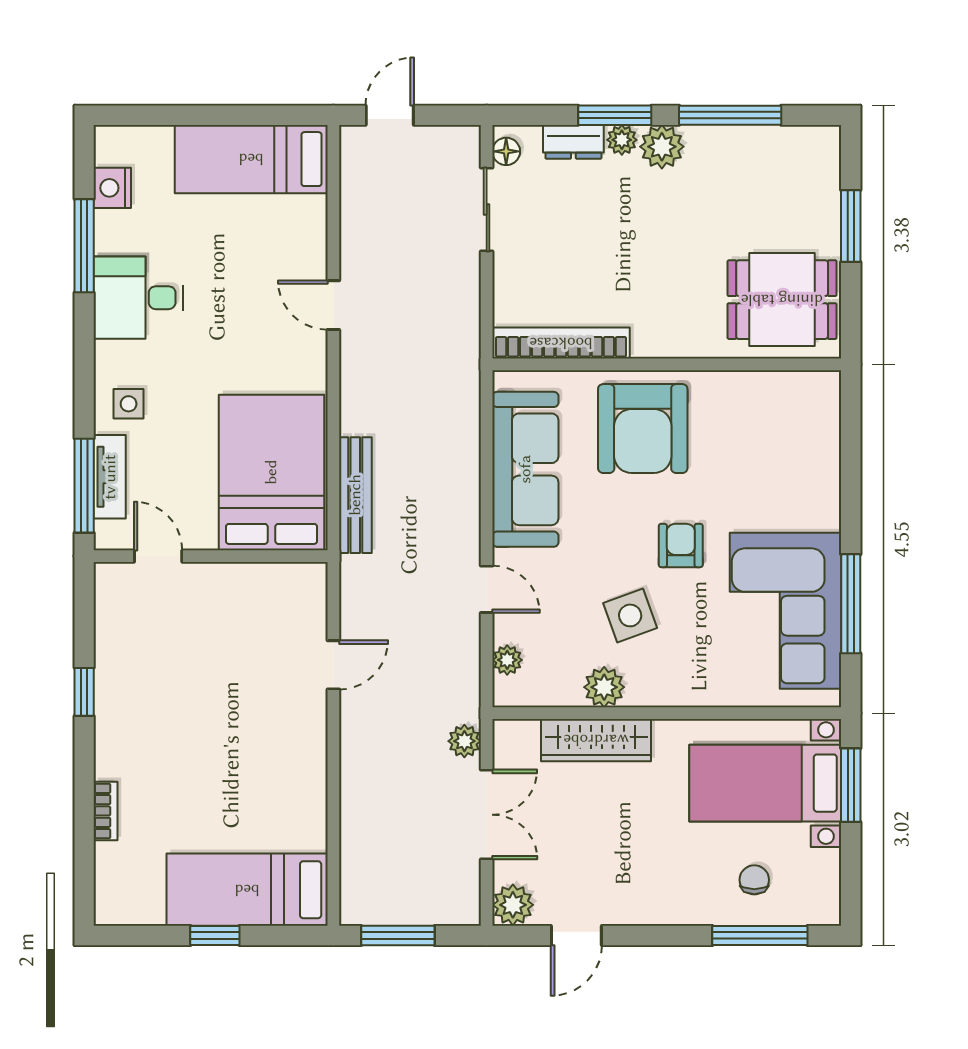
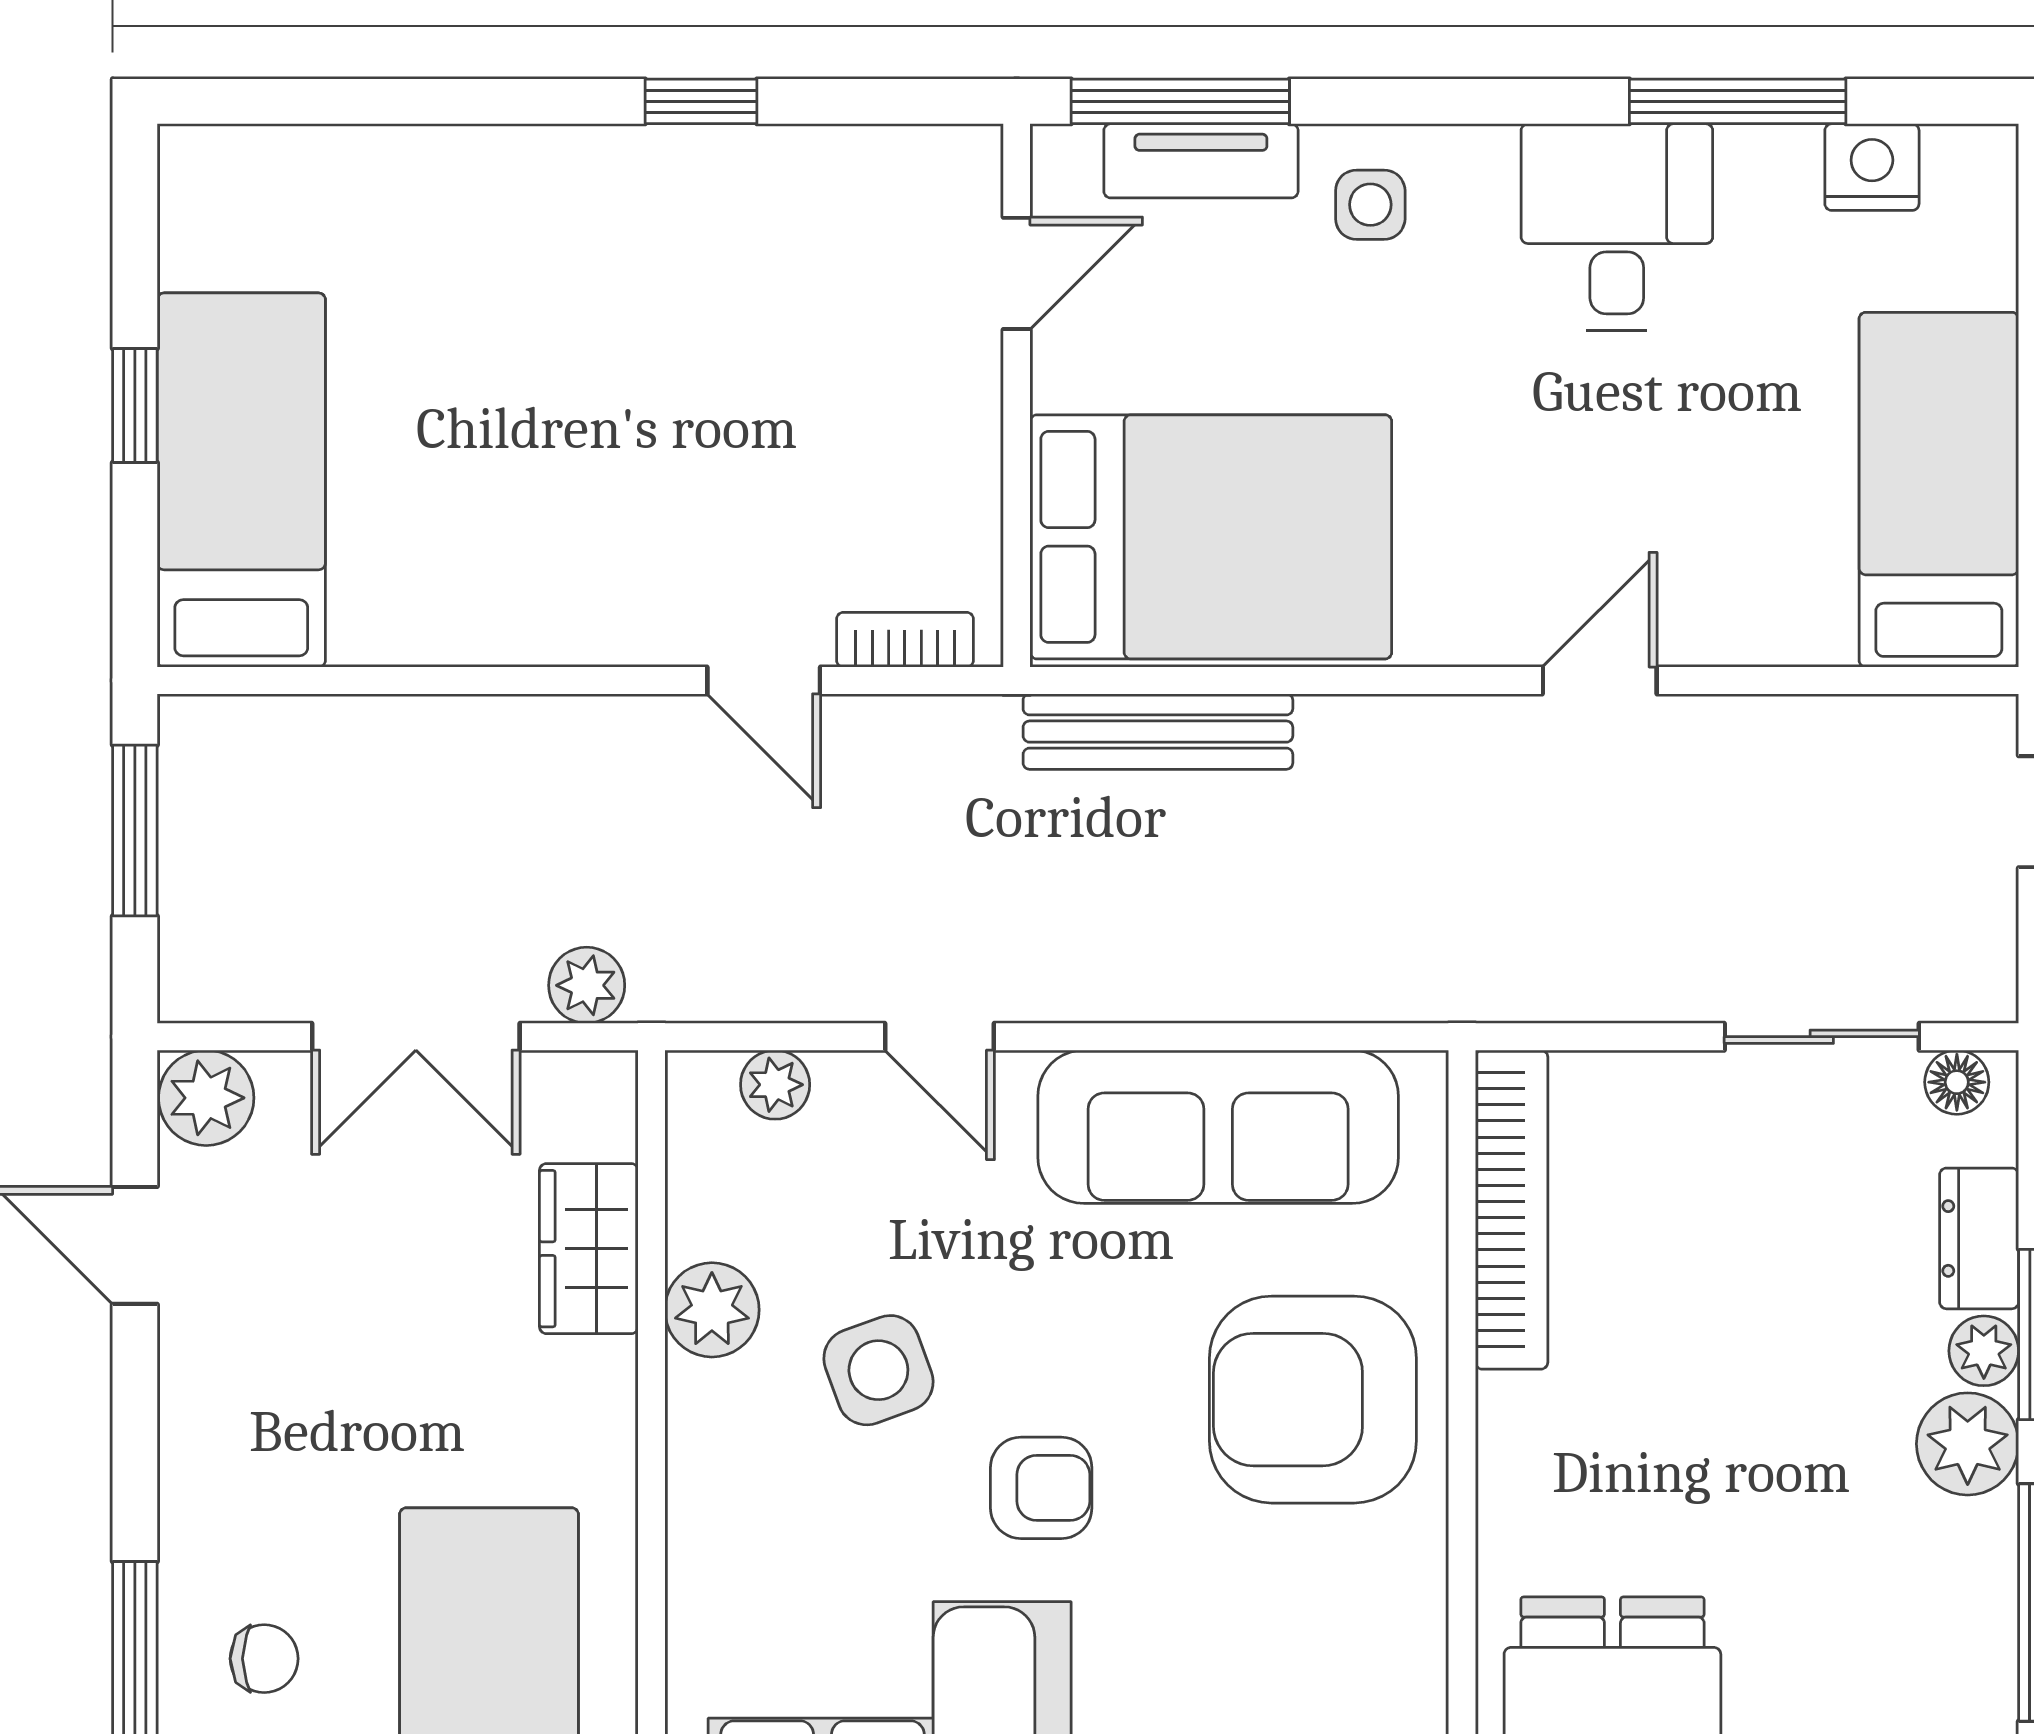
door: (487, 589) -> (940, 1037), hinge flipped
wardrobe: (596, 740) -> (589, 1249), width x0.67
bookcase: (105, 811) -> (905, 640), moved, turned 180

